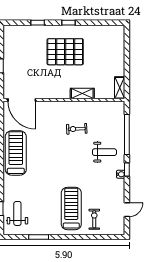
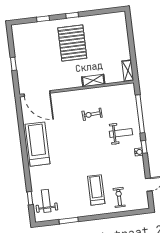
pallet: (65, 52) -> (72, 43), turned 90
treadmill: (71, 208) -> (96, 190), width x0.73, depth x0.73

